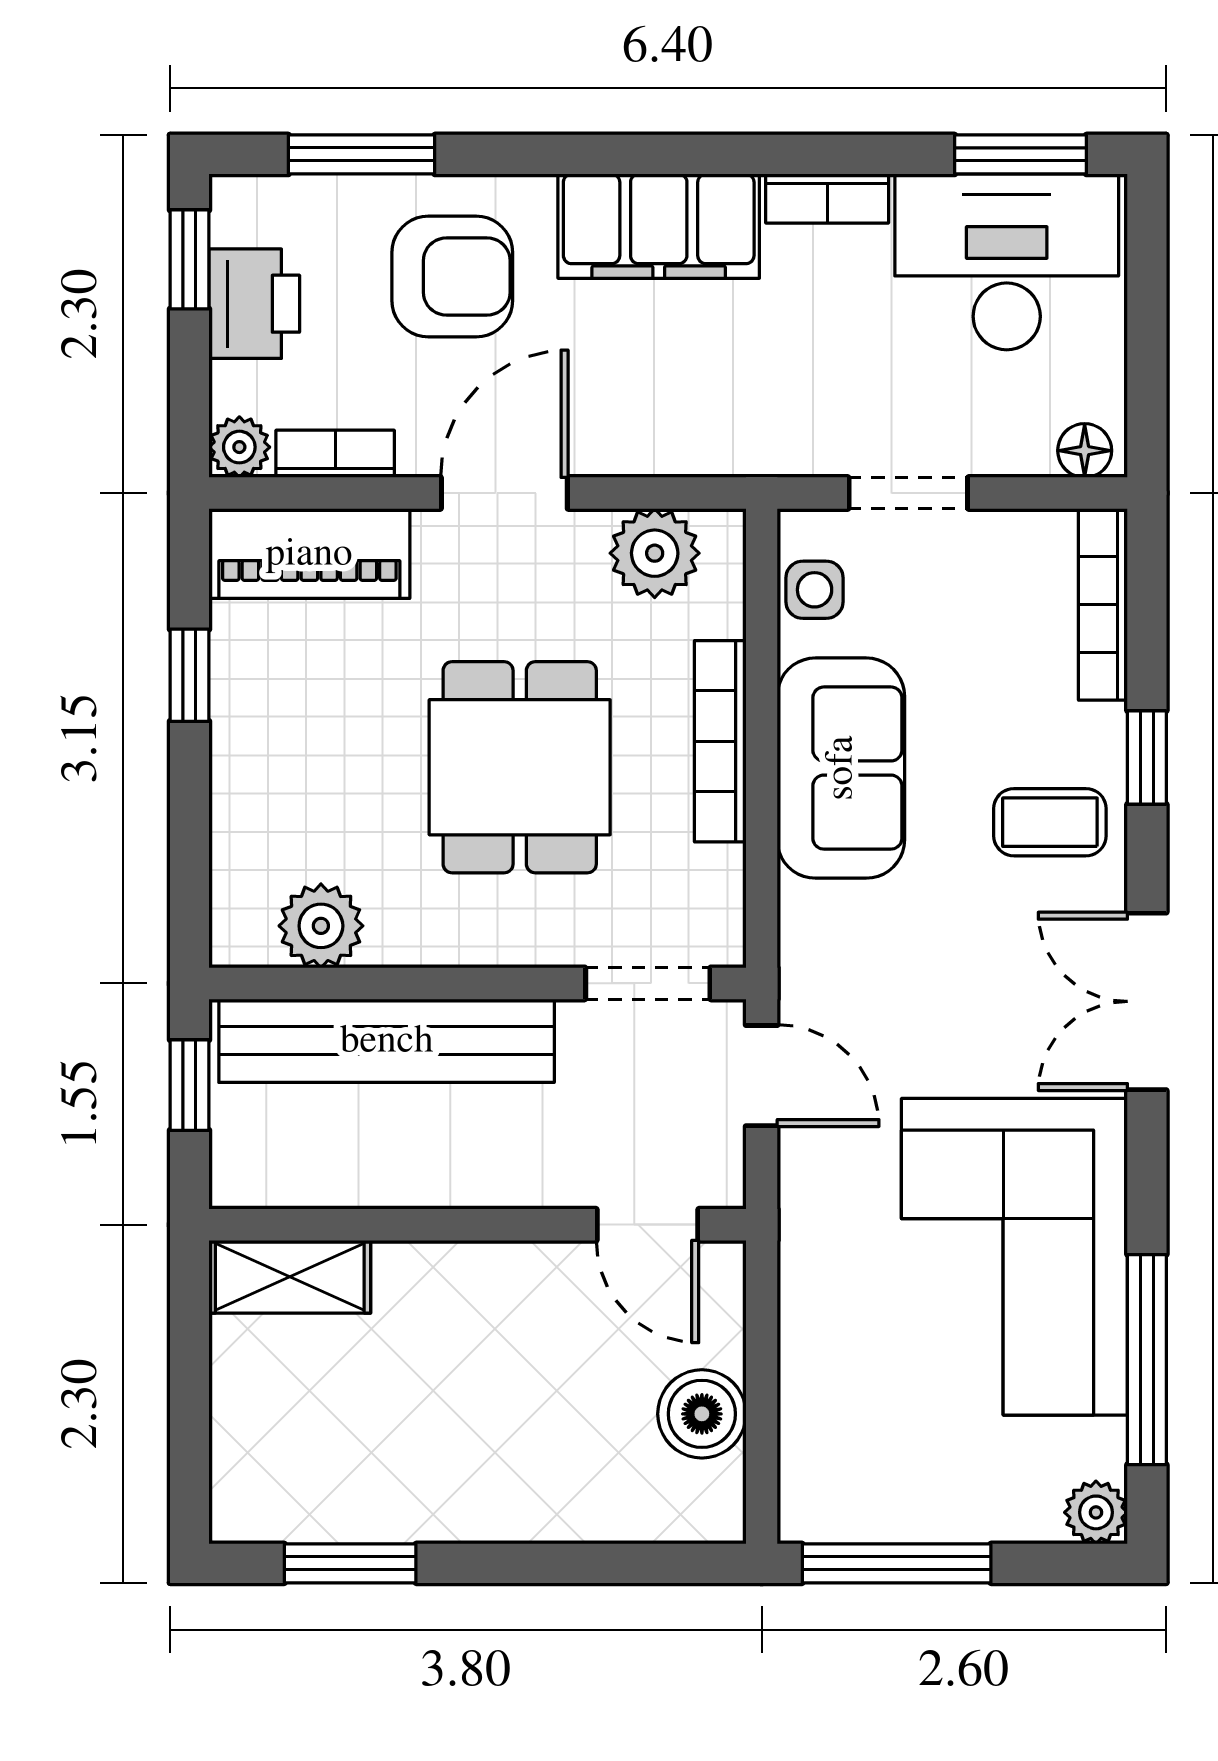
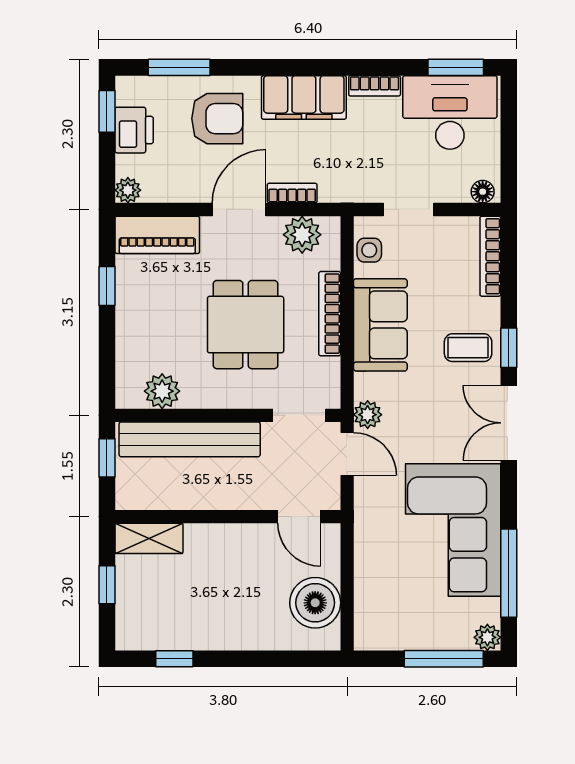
bookcase: (335, 454) -> (292, 193), moved
window: (1147, 758) -> (509, 348), moved
plant: (810, 982) -> (368, 415), added
window: (189, 1387) -> (107, 585), added
boiler: (702, 1414) -> (315, 603), width x1.37, depth x1.37
window: (350, 1563) -> (174, 659), width x0.67
window: (897, 1563) -> (444, 659), moved

